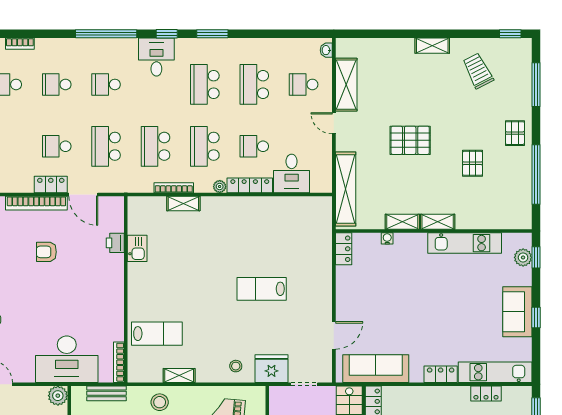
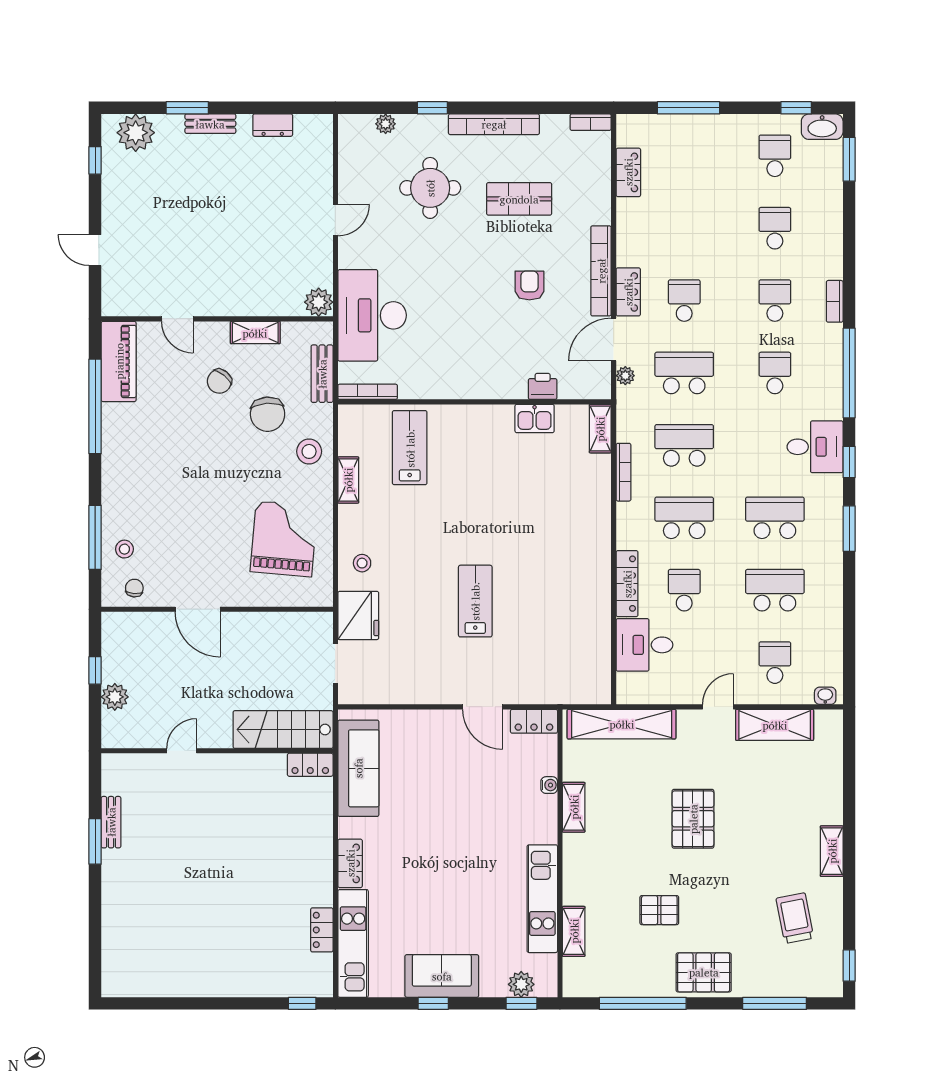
bookcase: (20, 44) -> (835, 301), moved
trolley: (478, 71) -> (795, 918), turned -74
pallet: (515, 133) -> (704, 972), width x1.50, depth x1.42
plant: (220, 186) -> (625, 376), moved
shelving: (183, 204) -> (600, 429), moved
shelving: (438, 222) -> (574, 931), moved
lab bench: (157, 334) -> (410, 448), turned 180
door: (334, 335) -> (483, 707), moved

